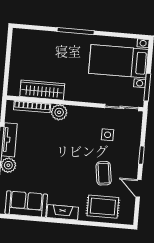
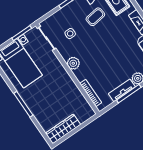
wardrobe: (42, 90) -> (63, 129), moved, turned 90
plant: (59, 112) -> (73, 63), moved

